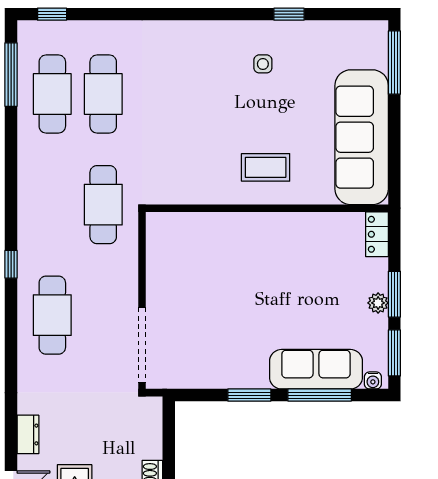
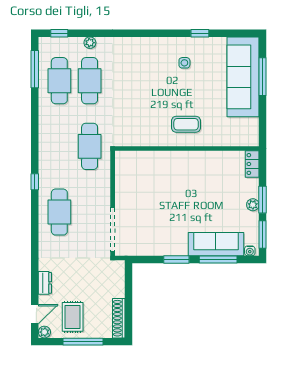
plant: (104, 30) -> (90, 43), added
window: (394, 63) -> (263, 77), moved
sofa: (362, 137) -> (243, 77), moved

